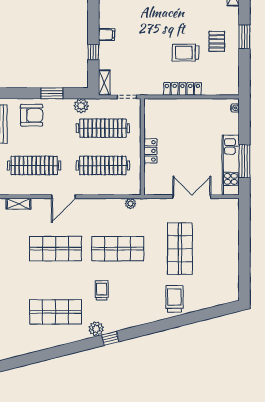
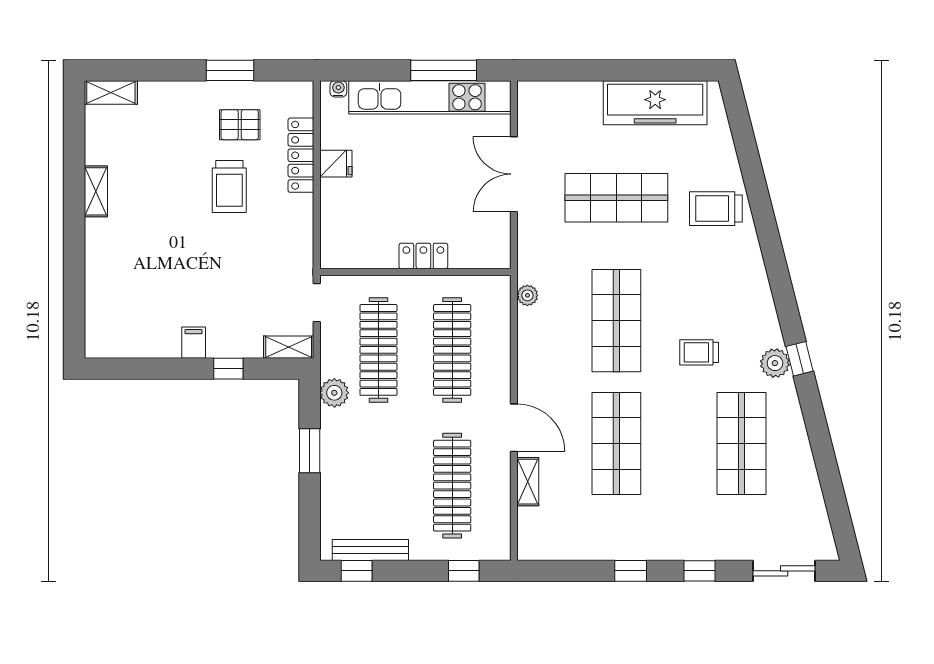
window: (244, 37) -> (230, 70), moved
pallet: (217, 41) -> (240, 125), moved
locker: (182, 89) -> (301, 155), moved
fridge: (197, 107) -> (336, 164), added
armchair: (32, 115) -> (353, 491), removed
kitchen unit: (231, 165) -> (430, 97), width x1.36
shelving: (18, 204) -> (528, 482), moved
freezer: (228, 268) -> (655, 103), added
window: (110, 338) -> (800, 359), moved

